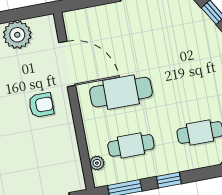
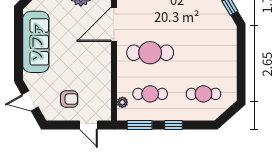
door: (67, 64) -> (114, 24), swing flipped
armchair: (41, 105) -> (69, 99), moved

